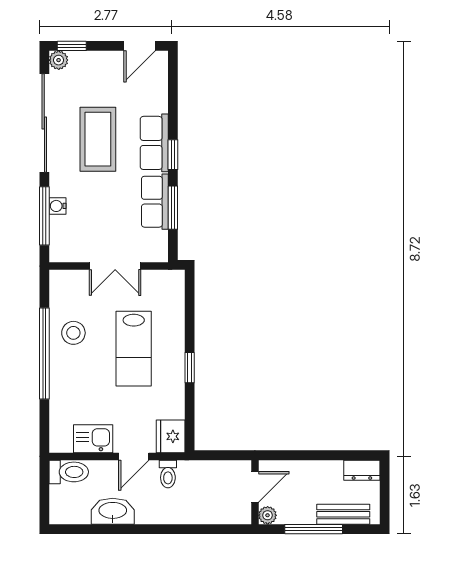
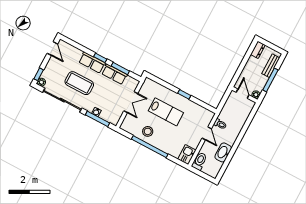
fridge: (171, 436) -> (206, 115), removed
kitchen sink: (93, 439) -> (187, 155), moved

